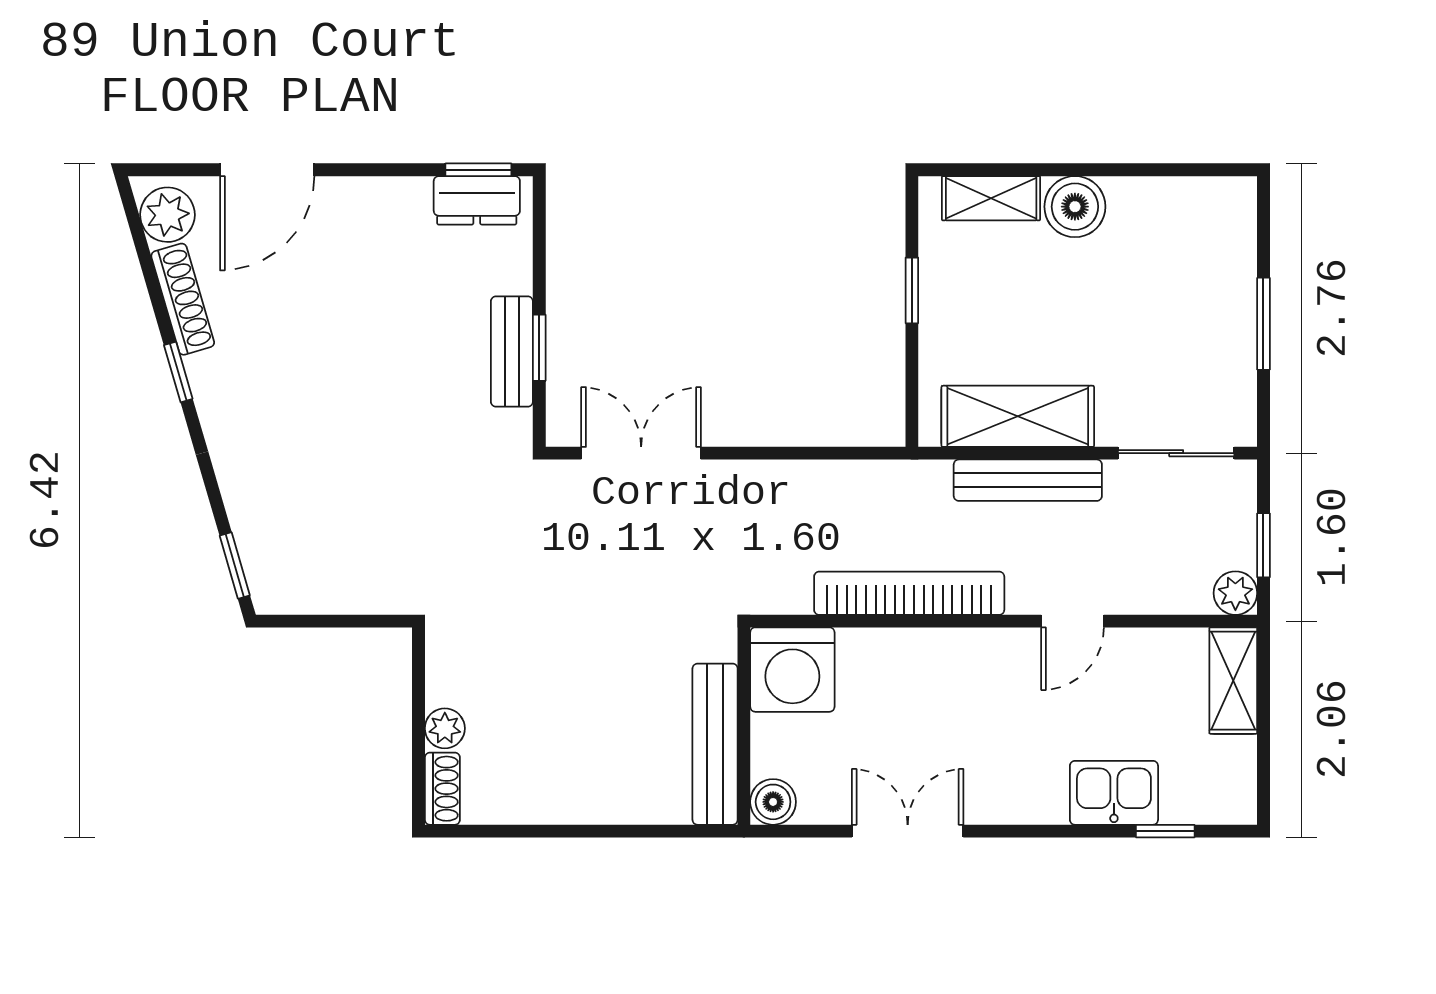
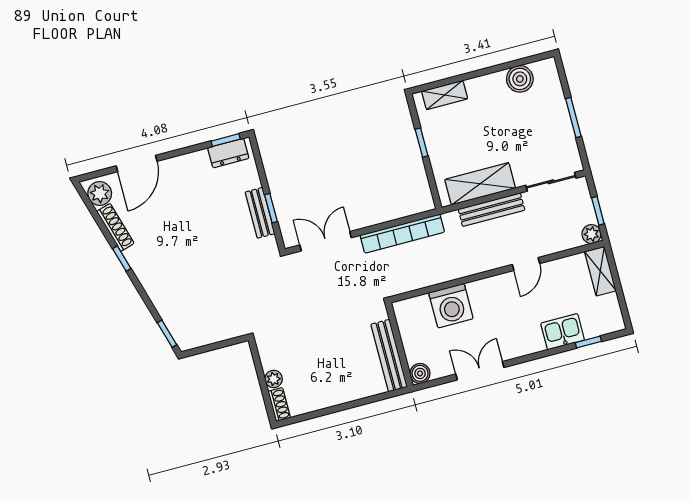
boiler: (1075, 207) -> (520, 79), moved
bookcase: (909, 593) -> (402, 234), moved, turned 180
washing machine: (792, 670) -> (451, 306), moved

